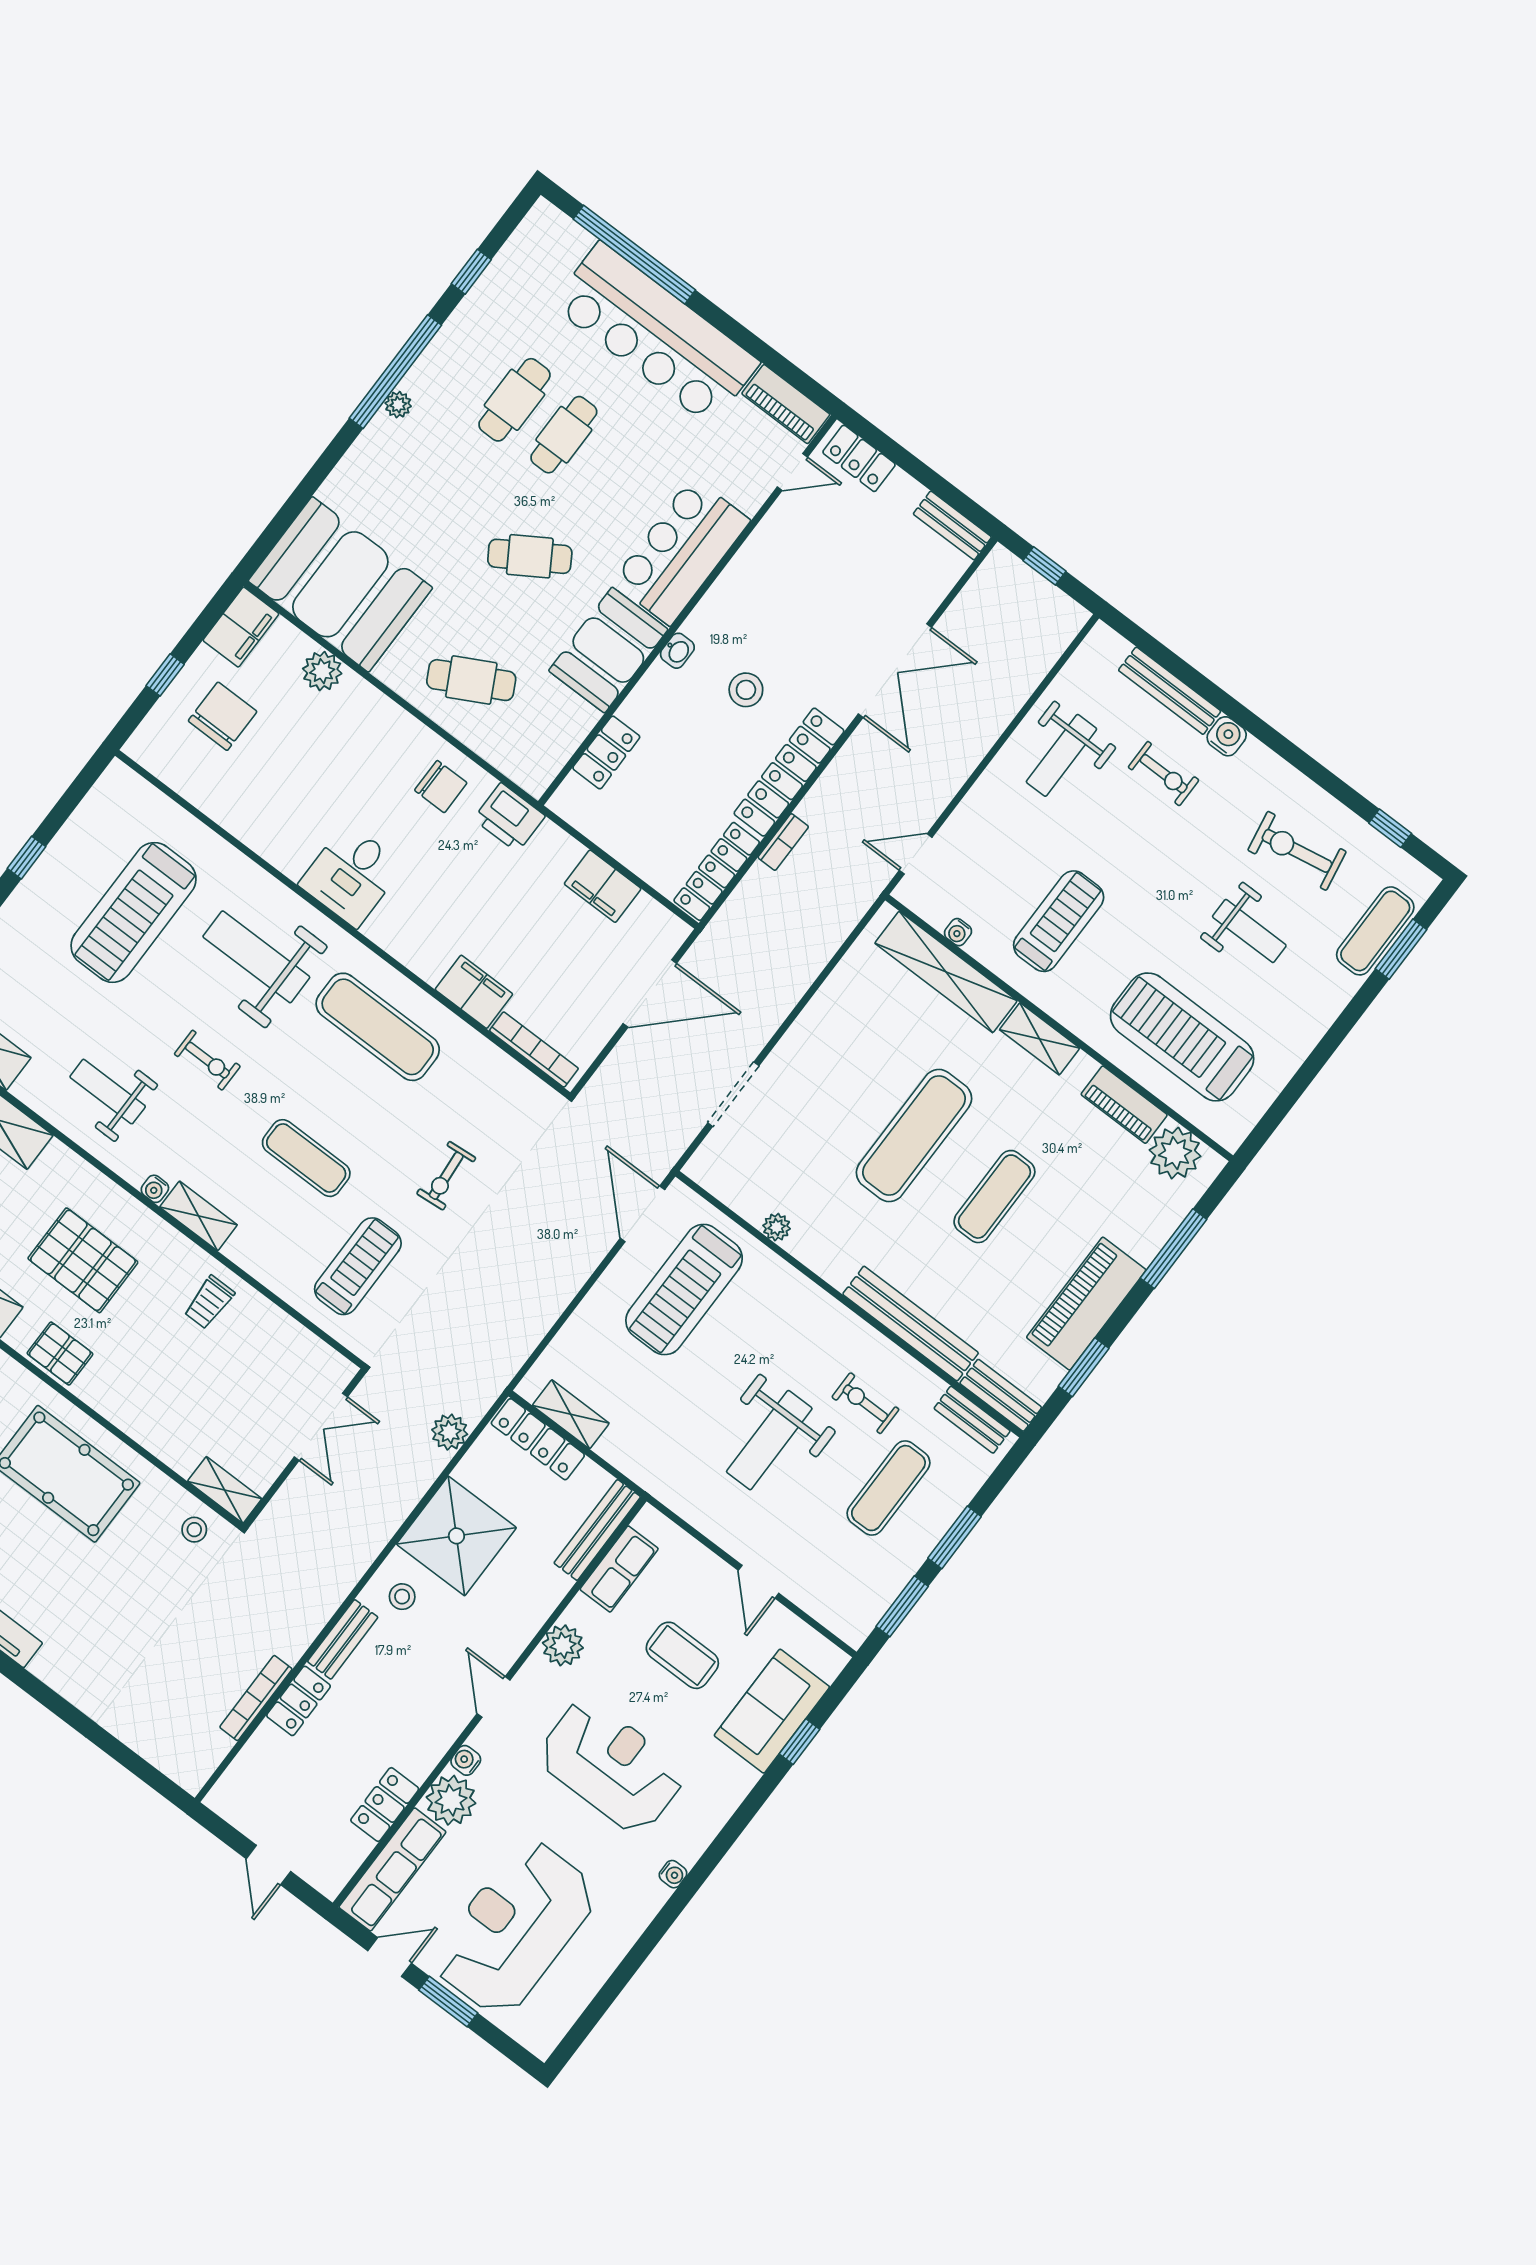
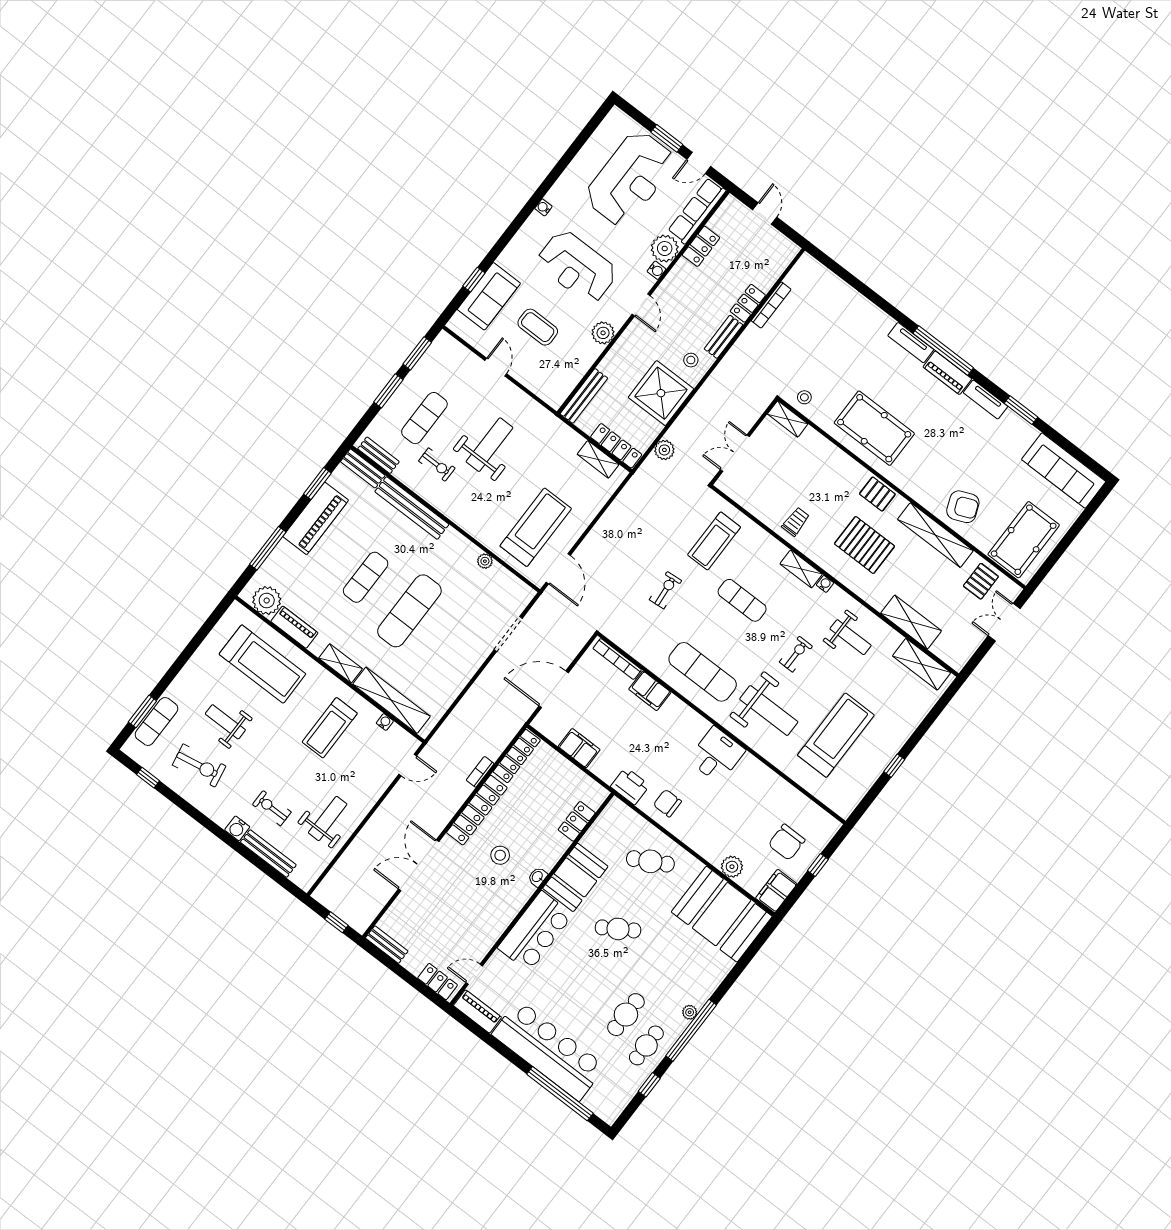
cafe table: (564, 435) -> (646, 1045), moved
exercise bike: (207, 1060) -> (796, 654), turned 90
row of seats: (619, 1569) -> (572, 375), removed

